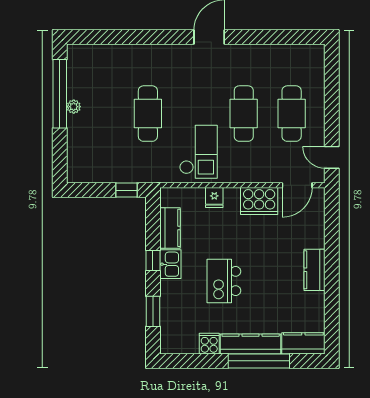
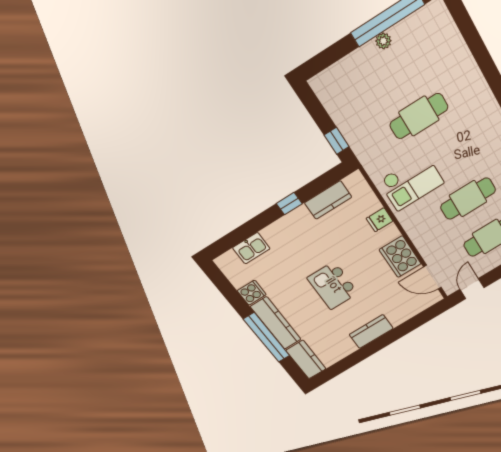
kitchen sink: (170, 264) -> (251, 248), moved
kitchen island: (224, 281) -> (333, 286), moved, turned -90
window: (153, 311) -> (245, 232), removed

